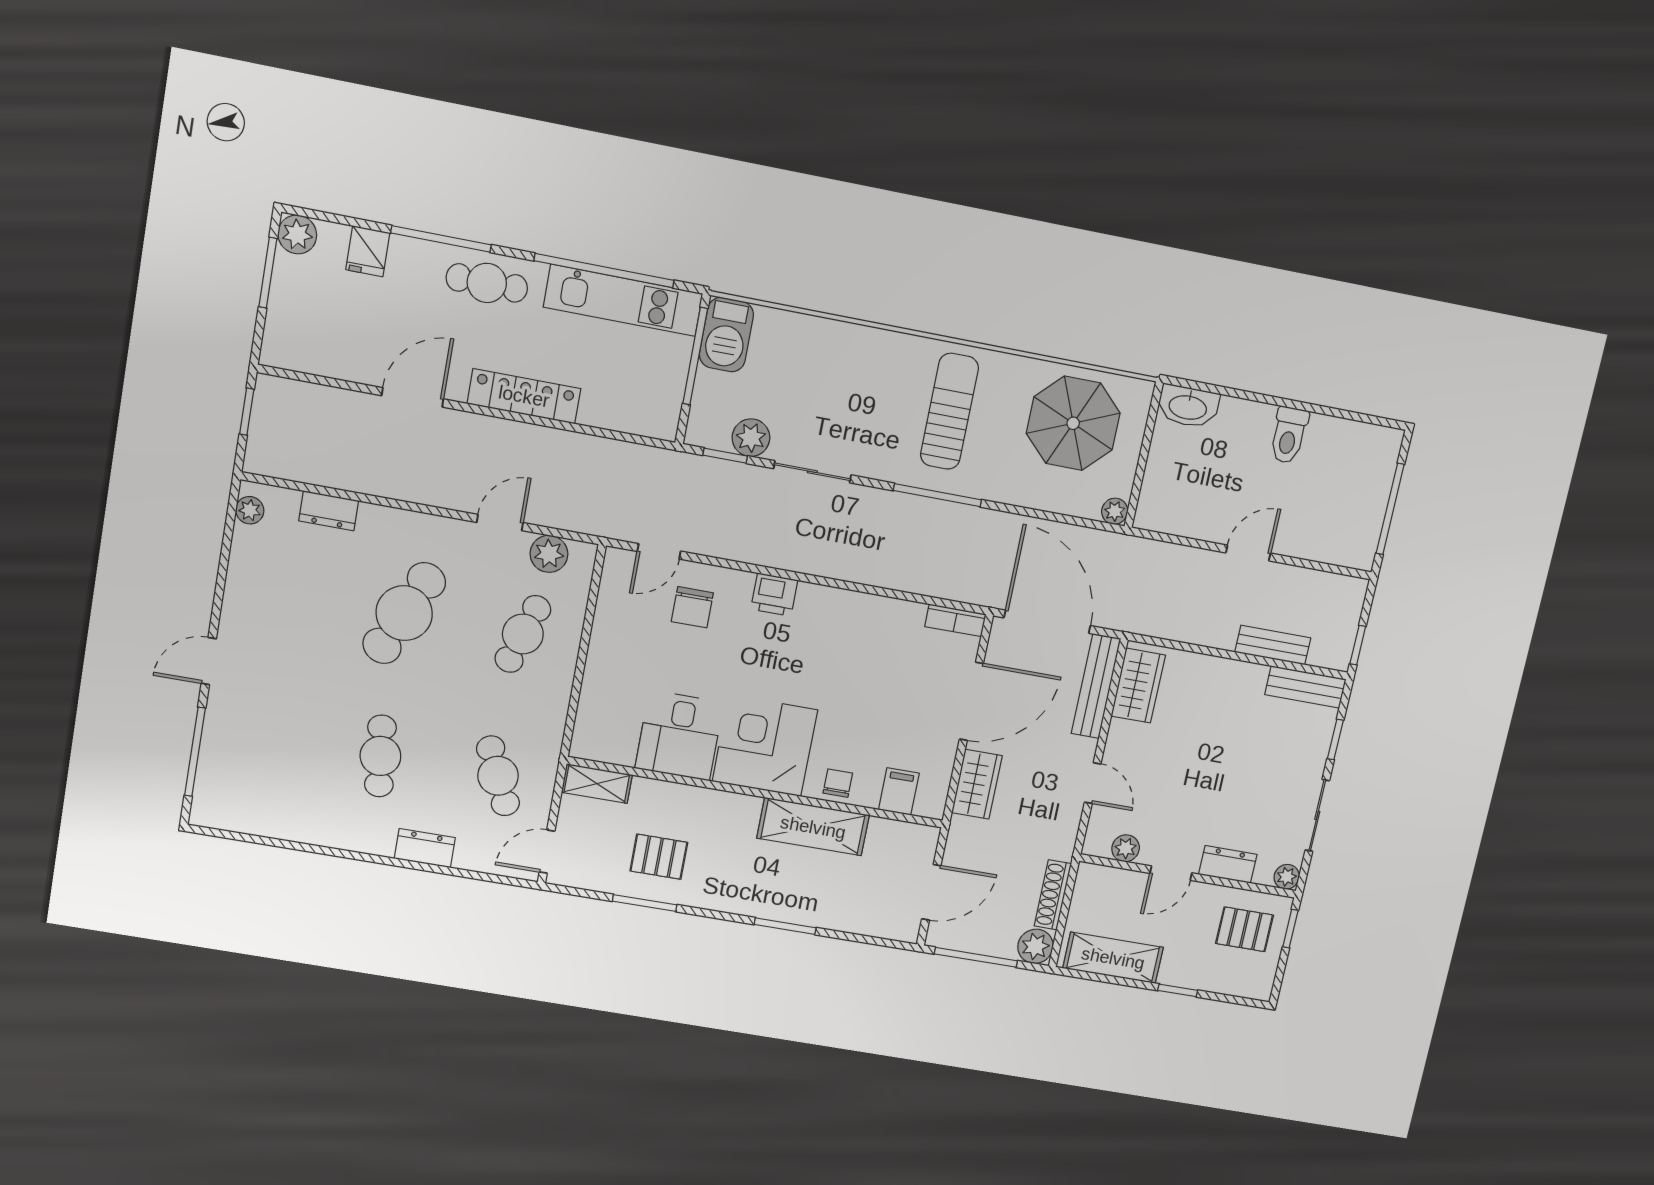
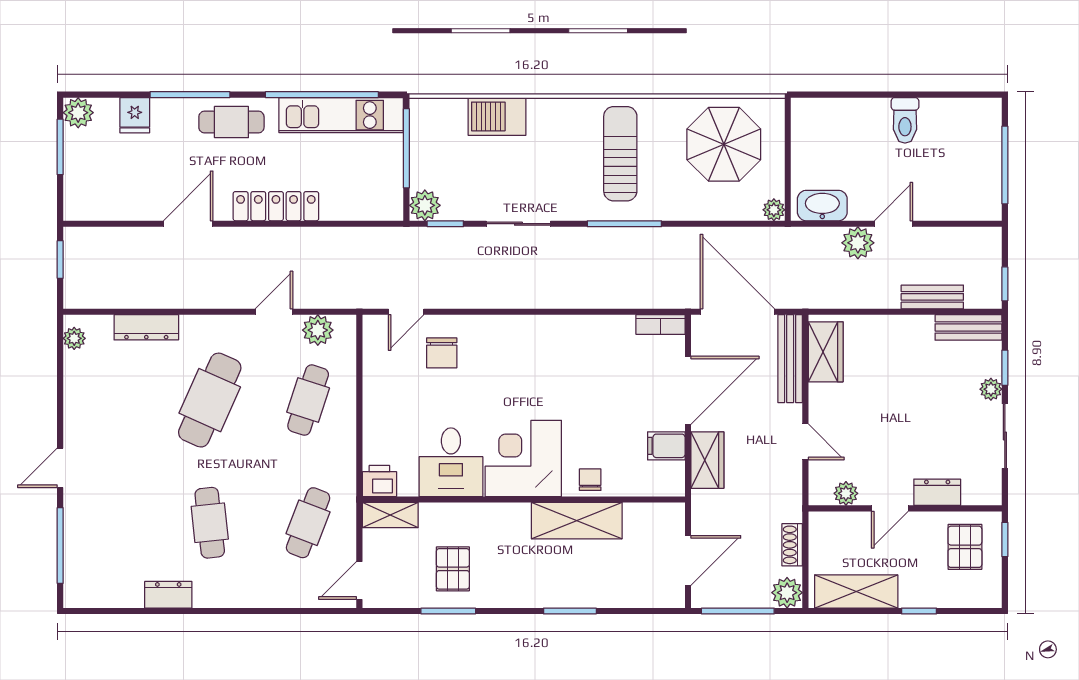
barbecue: (726, 335) -> (497, 116), moved, turned 90
washbasin: (1188, 406) -> (822, 206), moved, turned 180
plant: (751, 438) -> (425, 205), moved
dresser: (329, 511) -> (146, 327), width x1.44
plant: (1203, 568) -> (858, 243), added
printer: (774, 595) -> (379, 481), moved, turned 180
cafe table: (498, 776) -> (308, 523), turned 45
filing cabinet: (899, 791) -> (666, 446), moved, turned -90
dresser: (425, 848) -> (168, 595), moved
pallet: (659, 857) -> (453, 569), turned 90
plant: (1287, 877) -> (991, 389), moved
shoe rack: (1053, 895) -> (792, 545), width x0.70
pallet: (1245, 929) -> (965, 547), turned 90

